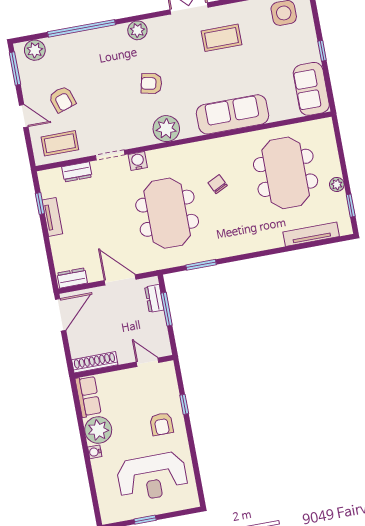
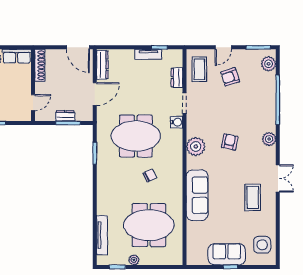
sofa: (311, 89) -> (227, 254), moved
dresser: (72, 278) -> (102, 65), width x1.44
dresser: (154, 298) -> (65, 116), moved

